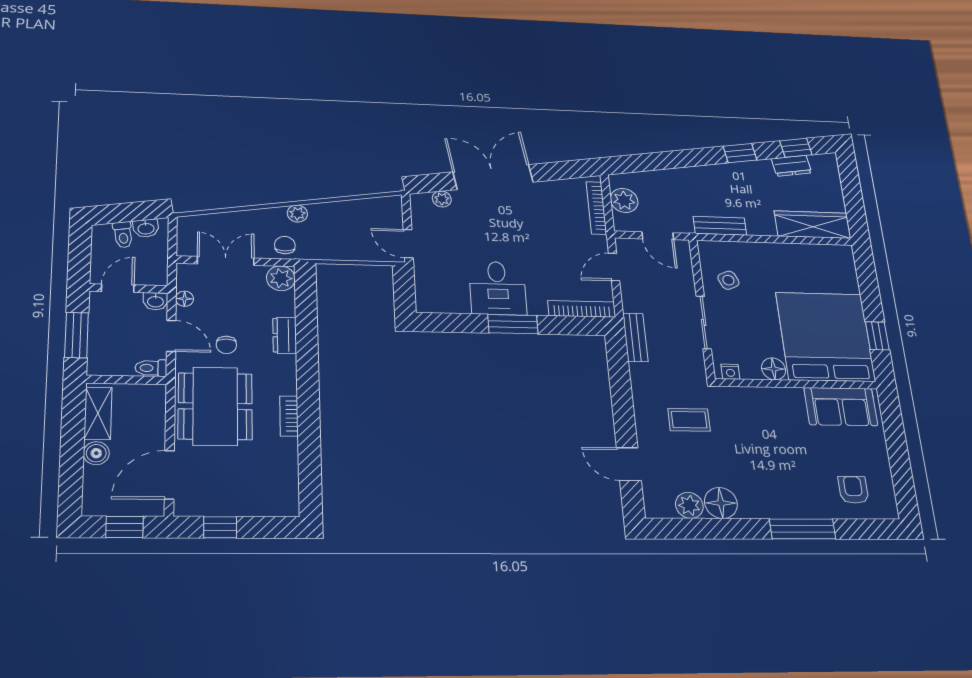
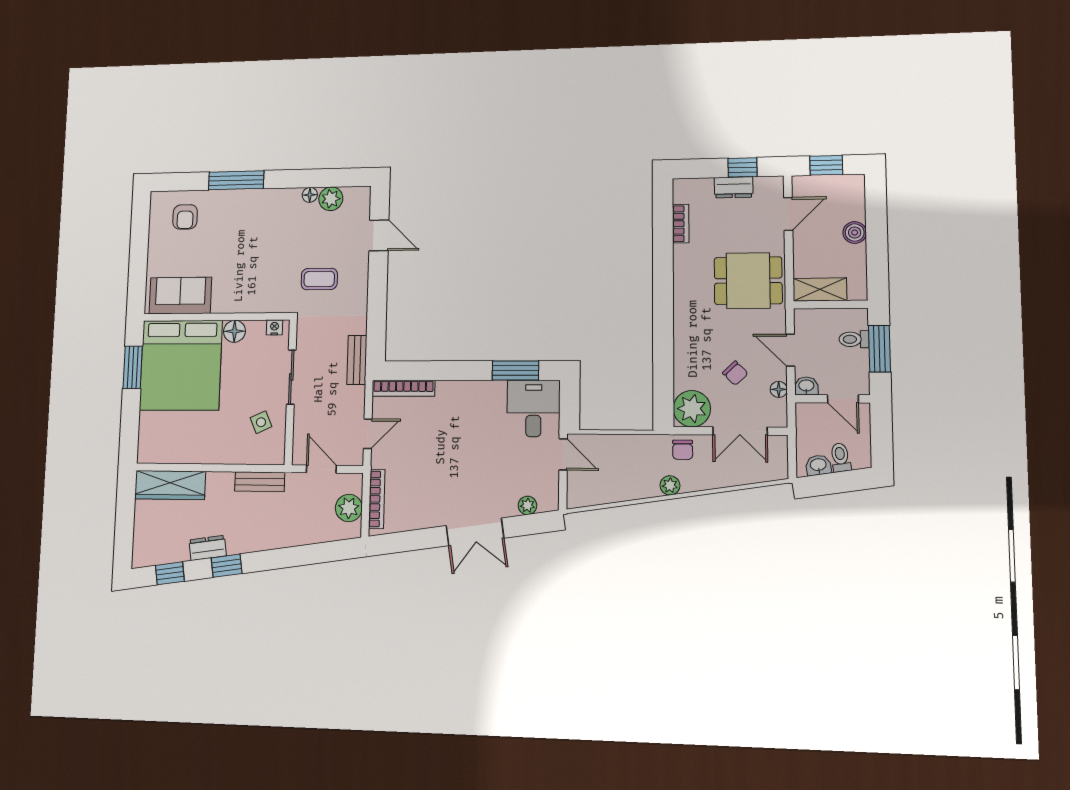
dresser: (791, 166) -> (208, 548), moved
double door: (493, 177) -> (475, 532), width x0.73
plant: (281, 278) -> (692, 409), width x1.36, depth x1.36
door: (118, 288) -> (843, 399), hinge flipped
desk: (498, 288) -> (533, 408), moved
window: (513, 324) -> (515, 371), moved
dresser: (285, 335) -> (734, 187), moved, turned 90
window: (877, 336) -> (133, 367), width x1.50
chair: (226, 345) -> (735, 373), moved, turned 136
toilet: (151, 368) -> (854, 339), moved, turned 180
dining table: (215, 406) -> (748, 281), width x0.73
shelving: (98, 413) -> (820, 289), moved, turned 90
bookcase: (289, 416) -> (681, 224), moved
door: (169, 475) -> (788, 214), width x0.73
floor lamp: (721, 503) -> (310, 195), width x0.53, depth x0.53

